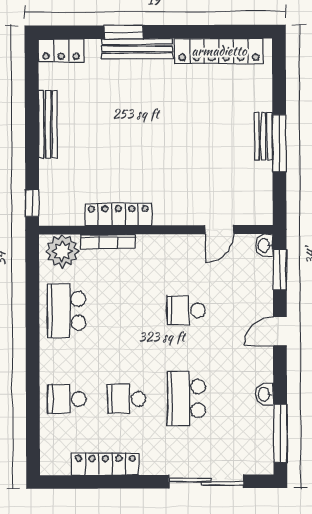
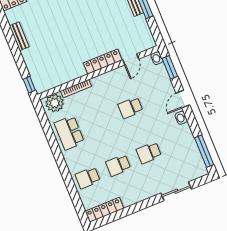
bench: (48, 124) -> (19, 36), width x0.73
locker: (118, 214) -> (103, 62), moved
washbasin: (265, 394) -> (181, 118), moved
school desk: (186, 399) -> (149, 153), width x0.54
locker: (105, 464) -> (104, 210), moved
sliding door: (206, 481) -> (176, 191), width x0.73

